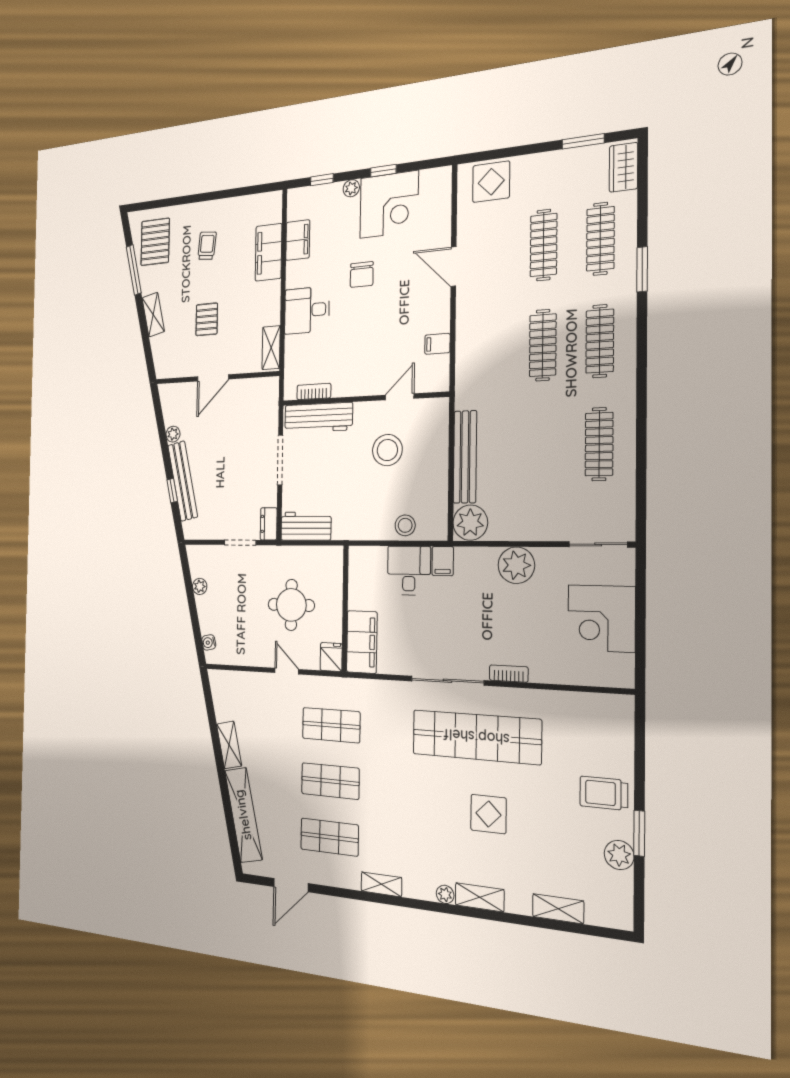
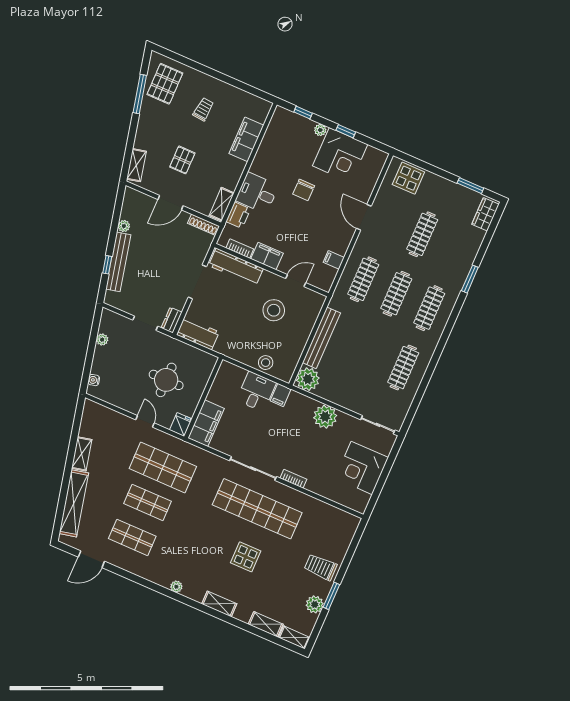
clothes rail: (600, 239) -> (363, 279), moved
filing cabinet: (298, 240) -> (267, 256), moved, turned -90
shelving: (153, 315) -> (136, 165), moved
printer: (296, 351) -> (238, 215), added
shoe rack: (260, 384) -> (204, 225), added
shop shelf: (331, 725) -> (163, 468), width x1.43, depth x1.36
shelving: (381, 884) -> (294, 637), moved
plant: (445, 894) -> (176, 587), moved

